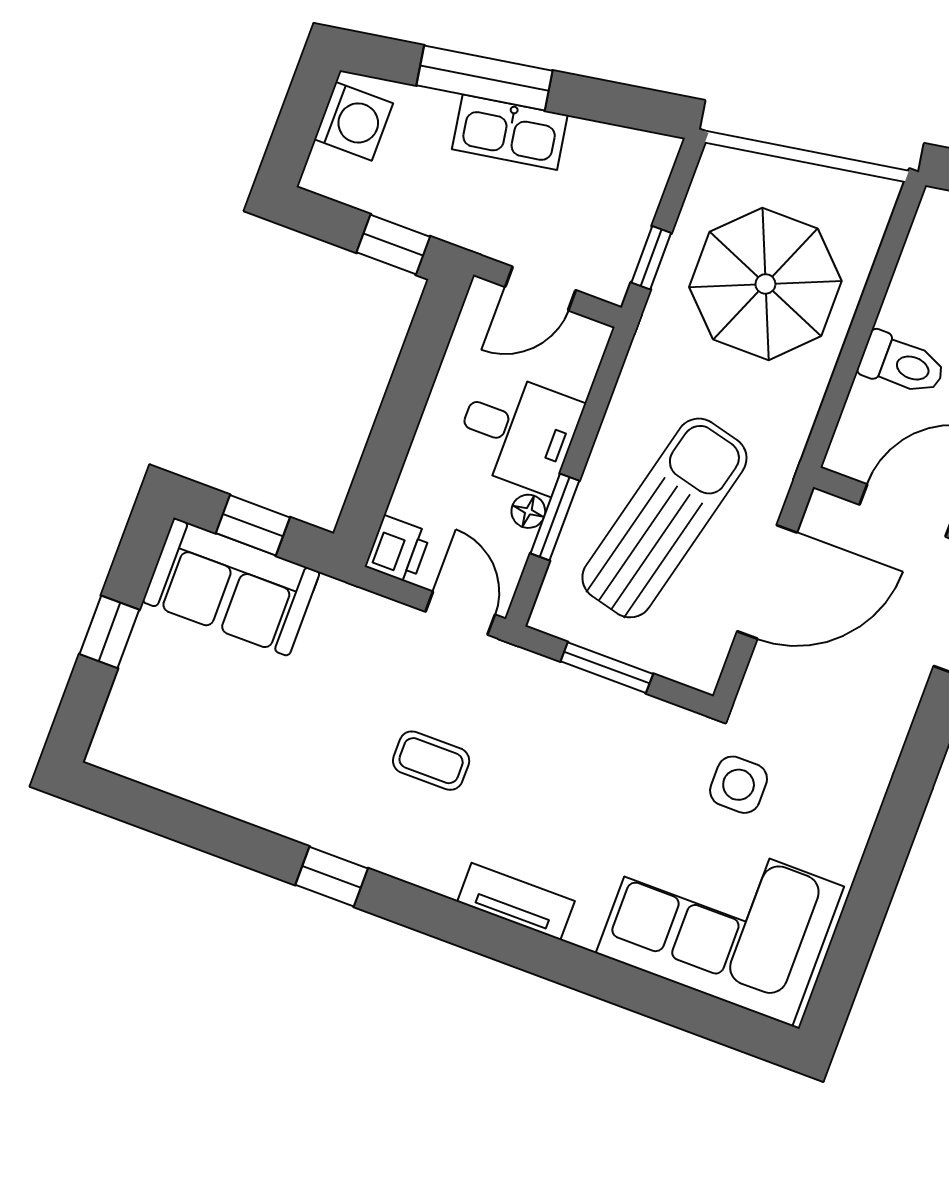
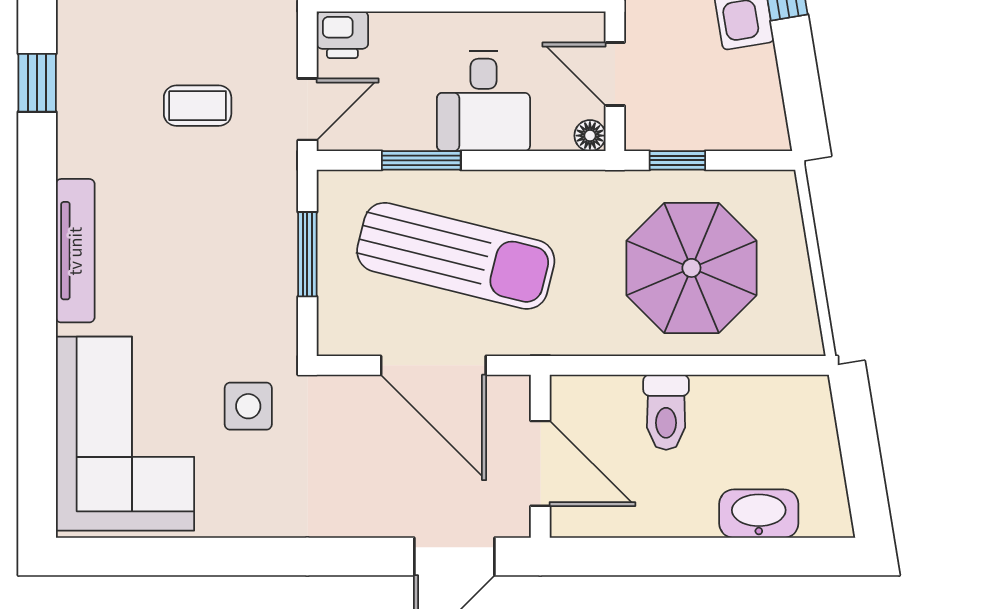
floor lamp: (528, 511) -> (590, 136), moved
coffee table: (431, 761) -> (198, 106), moved, turned 90
tv unit: (516, 901) -> (75, 251), width x1.41

